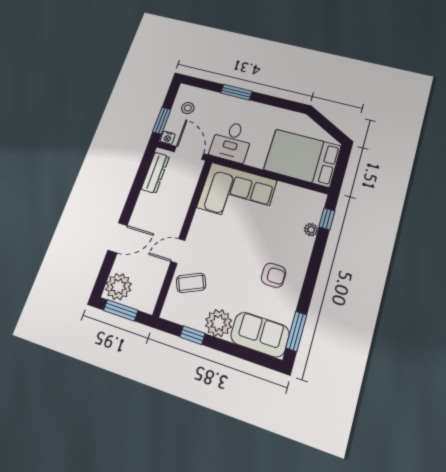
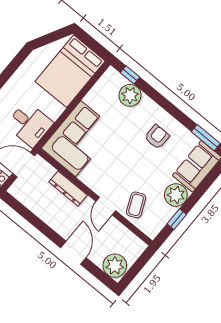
dresser: (155, 173) -> (68, 189), moved, turned 180
plant: (311, 230) -> (130, 95), width x1.88, depth x1.88
window: (121, 310) -> (135, 270), removed

